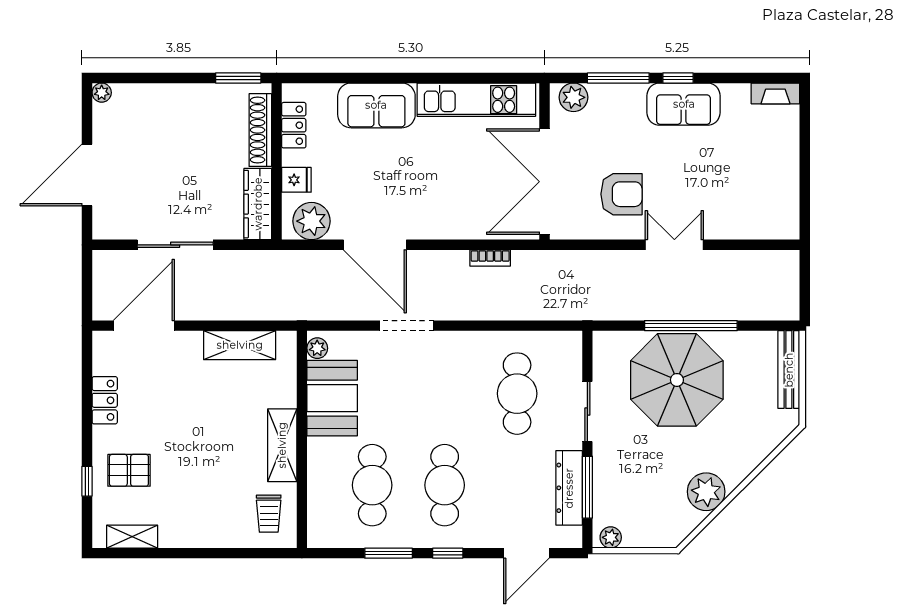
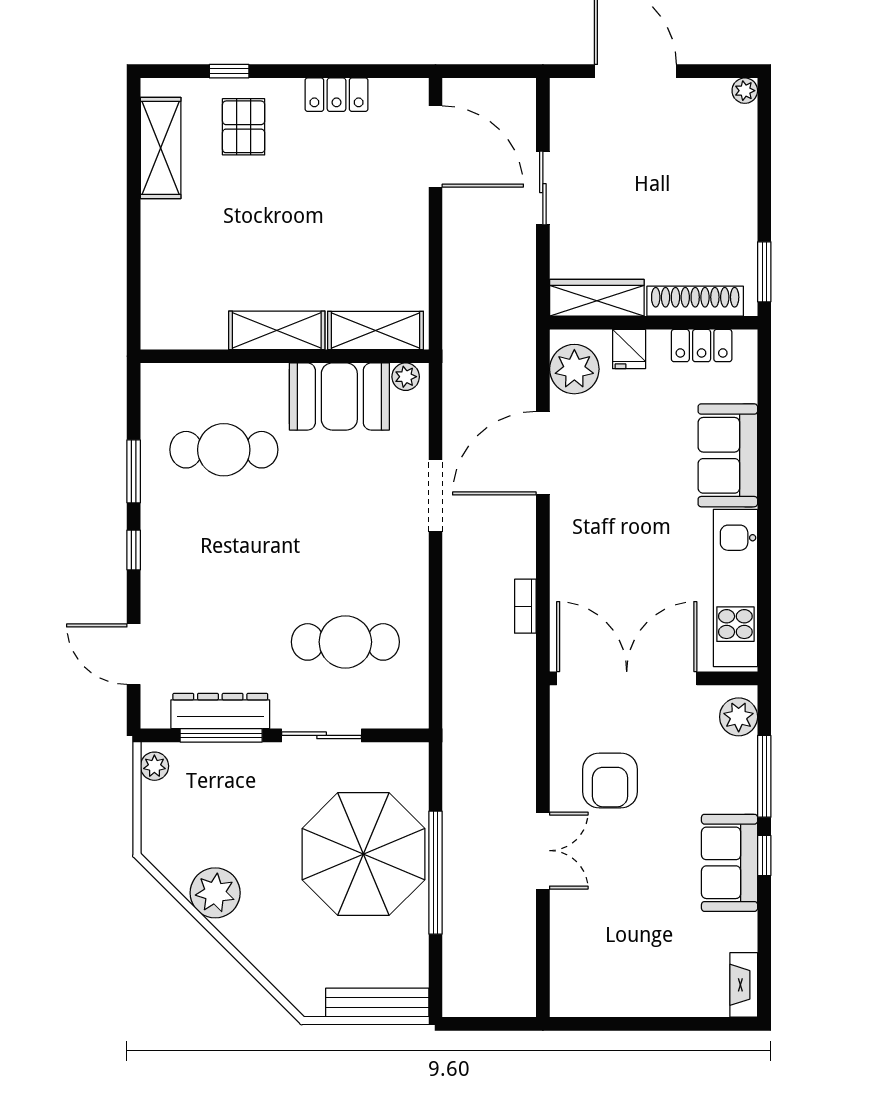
sliding door: (175, 245) -> (543, 188), width x0.73
shelving: (240, 345) -> (376, 330), moved, turned 90
cafe table: (445, 485) -> (224, 546), removed
trolley: (269, 514) -> (186, 312), removed
shelving: (132, 537) -> (161, 148), width x1.50, depth x1.33

